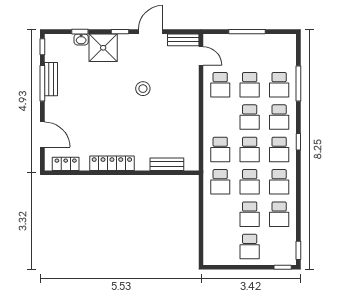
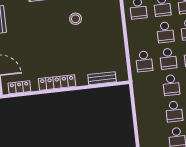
school desk: (220, 182) -> (147, 88), removed

